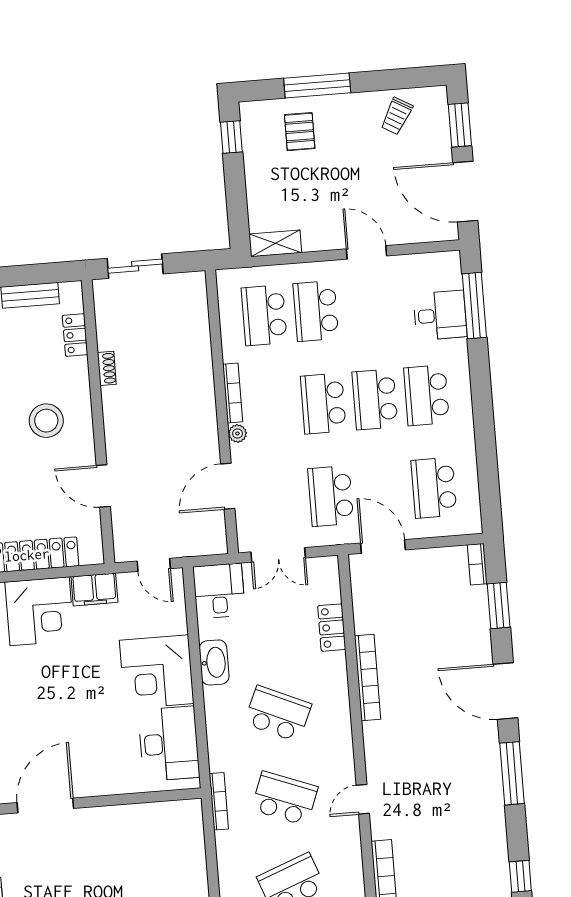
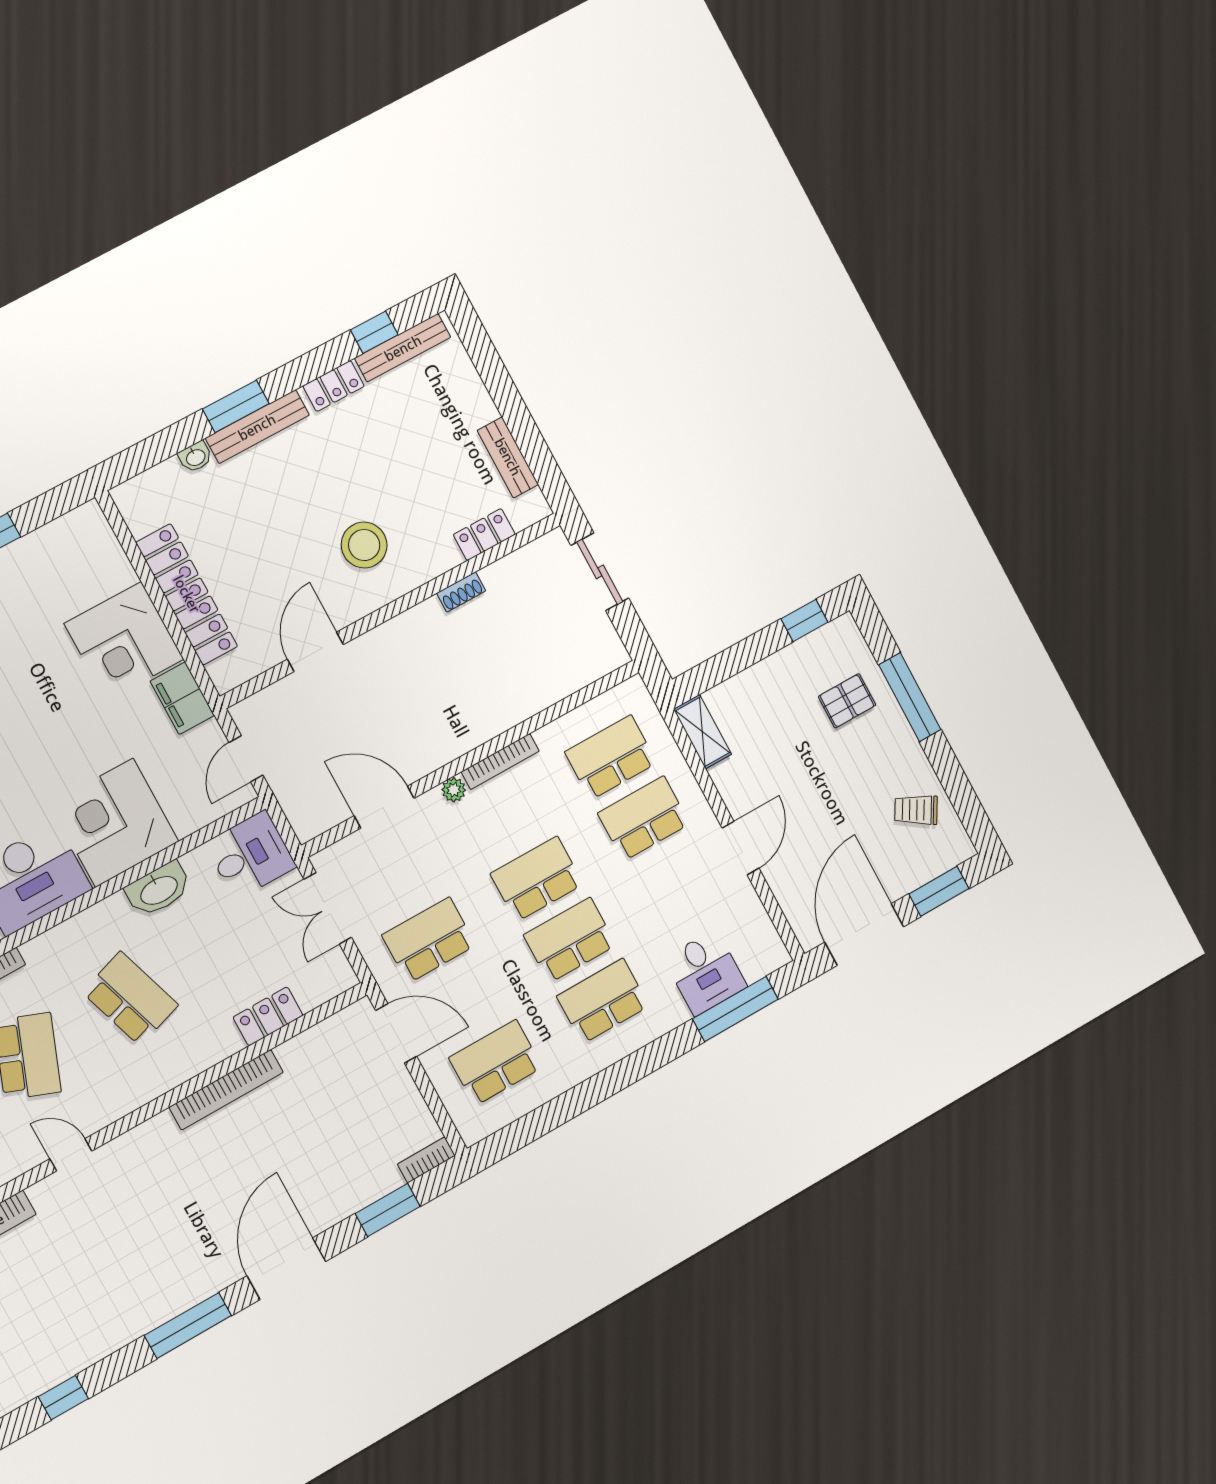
door: (383, 546) -> (396, 1033), hinge flipped
school desk: (278, 714) -> (130, 999), turned -42

